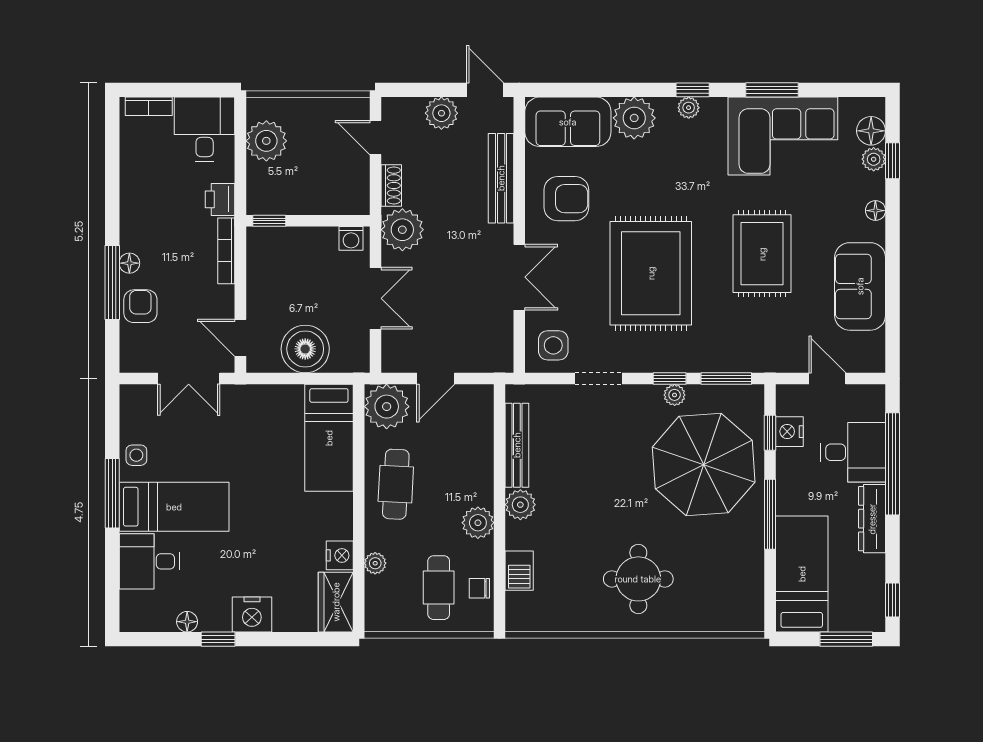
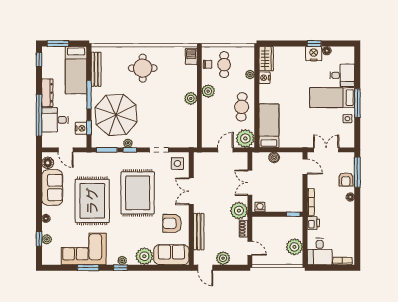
floor lamp: (871, 131) -> (48, 163), moved
rug: (762, 254) -> (92, 201), width x1.37, depth x1.44
window: (112, 283) -> (357, 172), moved
boiler: (305, 349) -> (274, 157), width x0.54, depth x0.54
bench: (517, 445) -> (96, 69), moved
barbecue: (519, 571) -> (191, 56), moved
nightstand: (252, 614) -> (314, 54), moved

